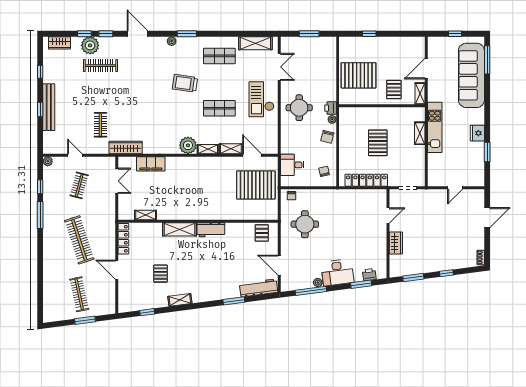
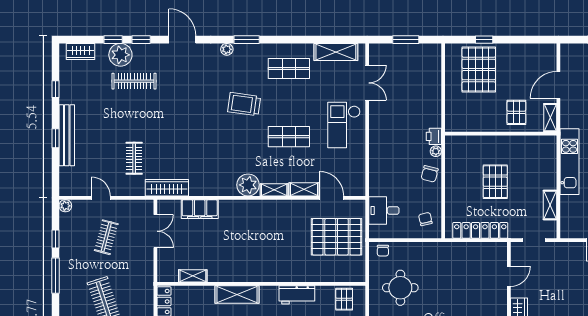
pallet: (359, 75) -> (479, 70), moved, turned 90
round table: (299, 108) -> (393, 136), removed
shelving: (420, 133) -> (550, 205), moved
workbench: (211, 230) -> (297, 295), moved

